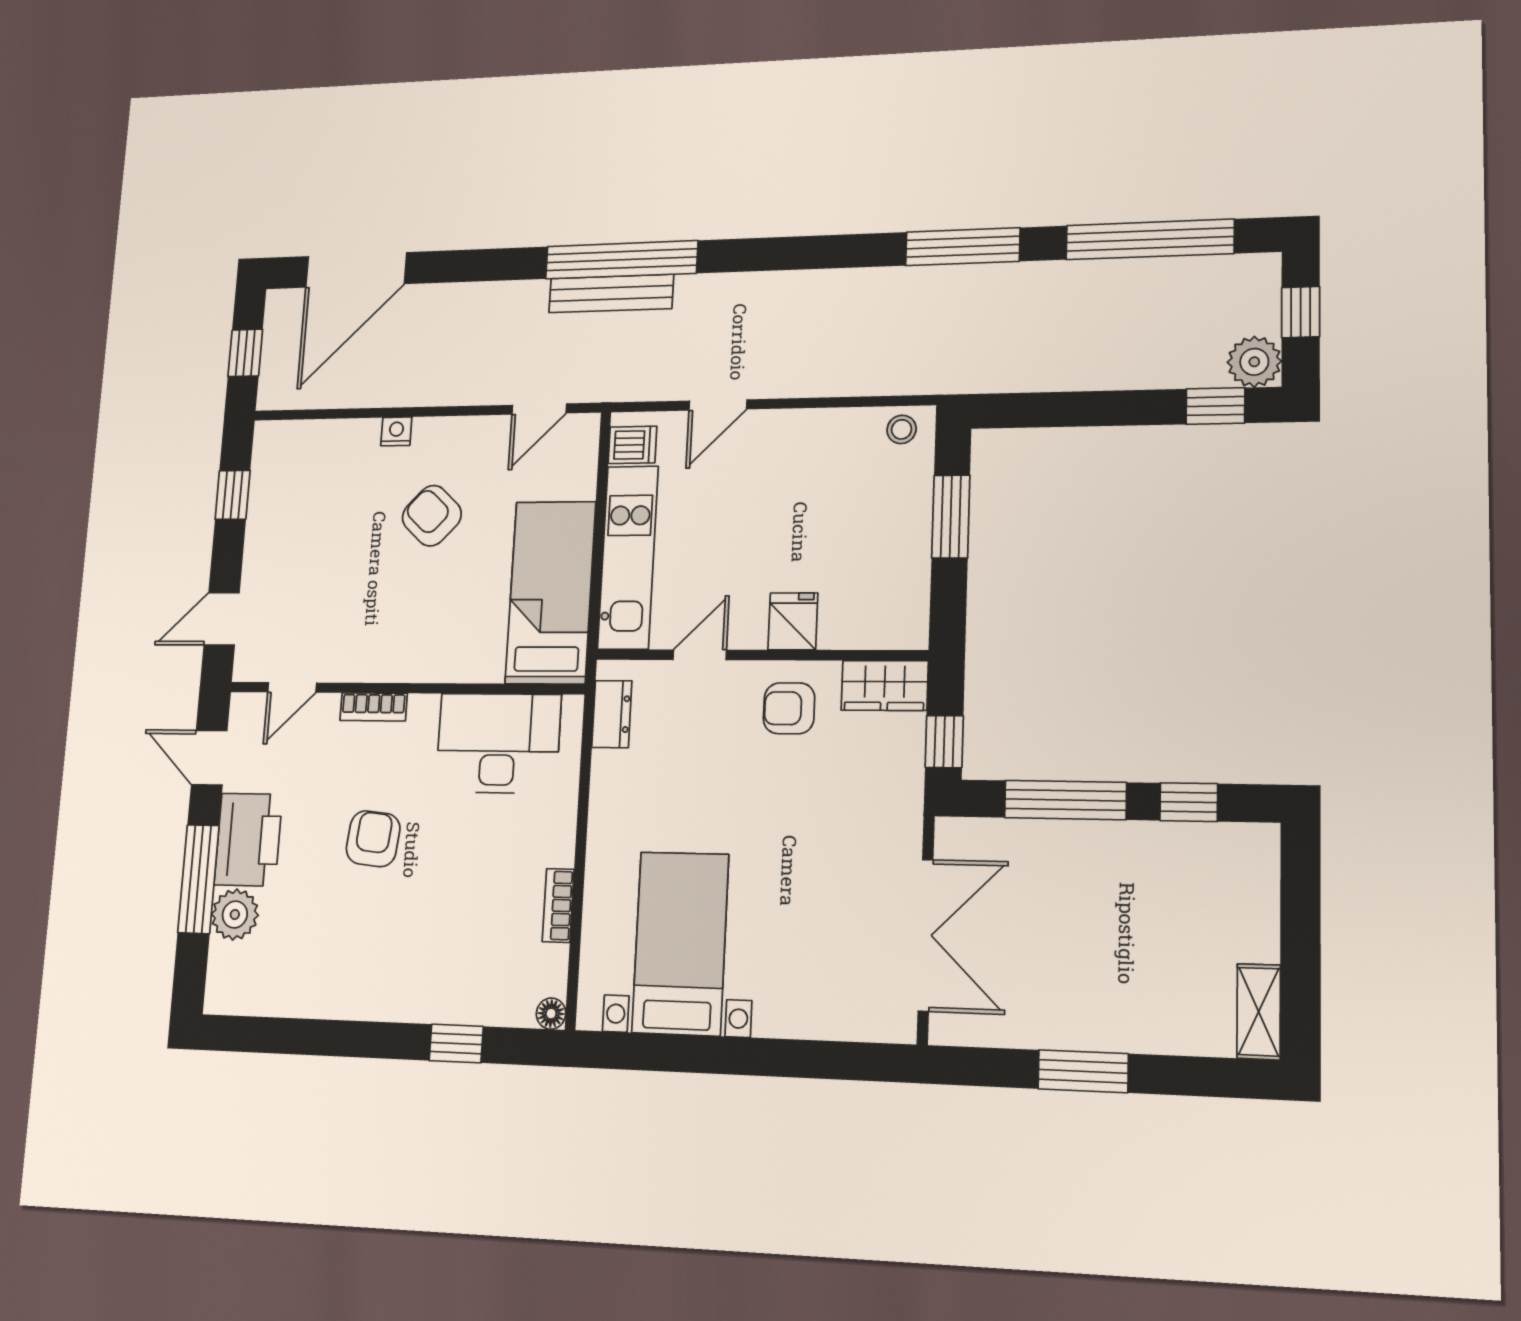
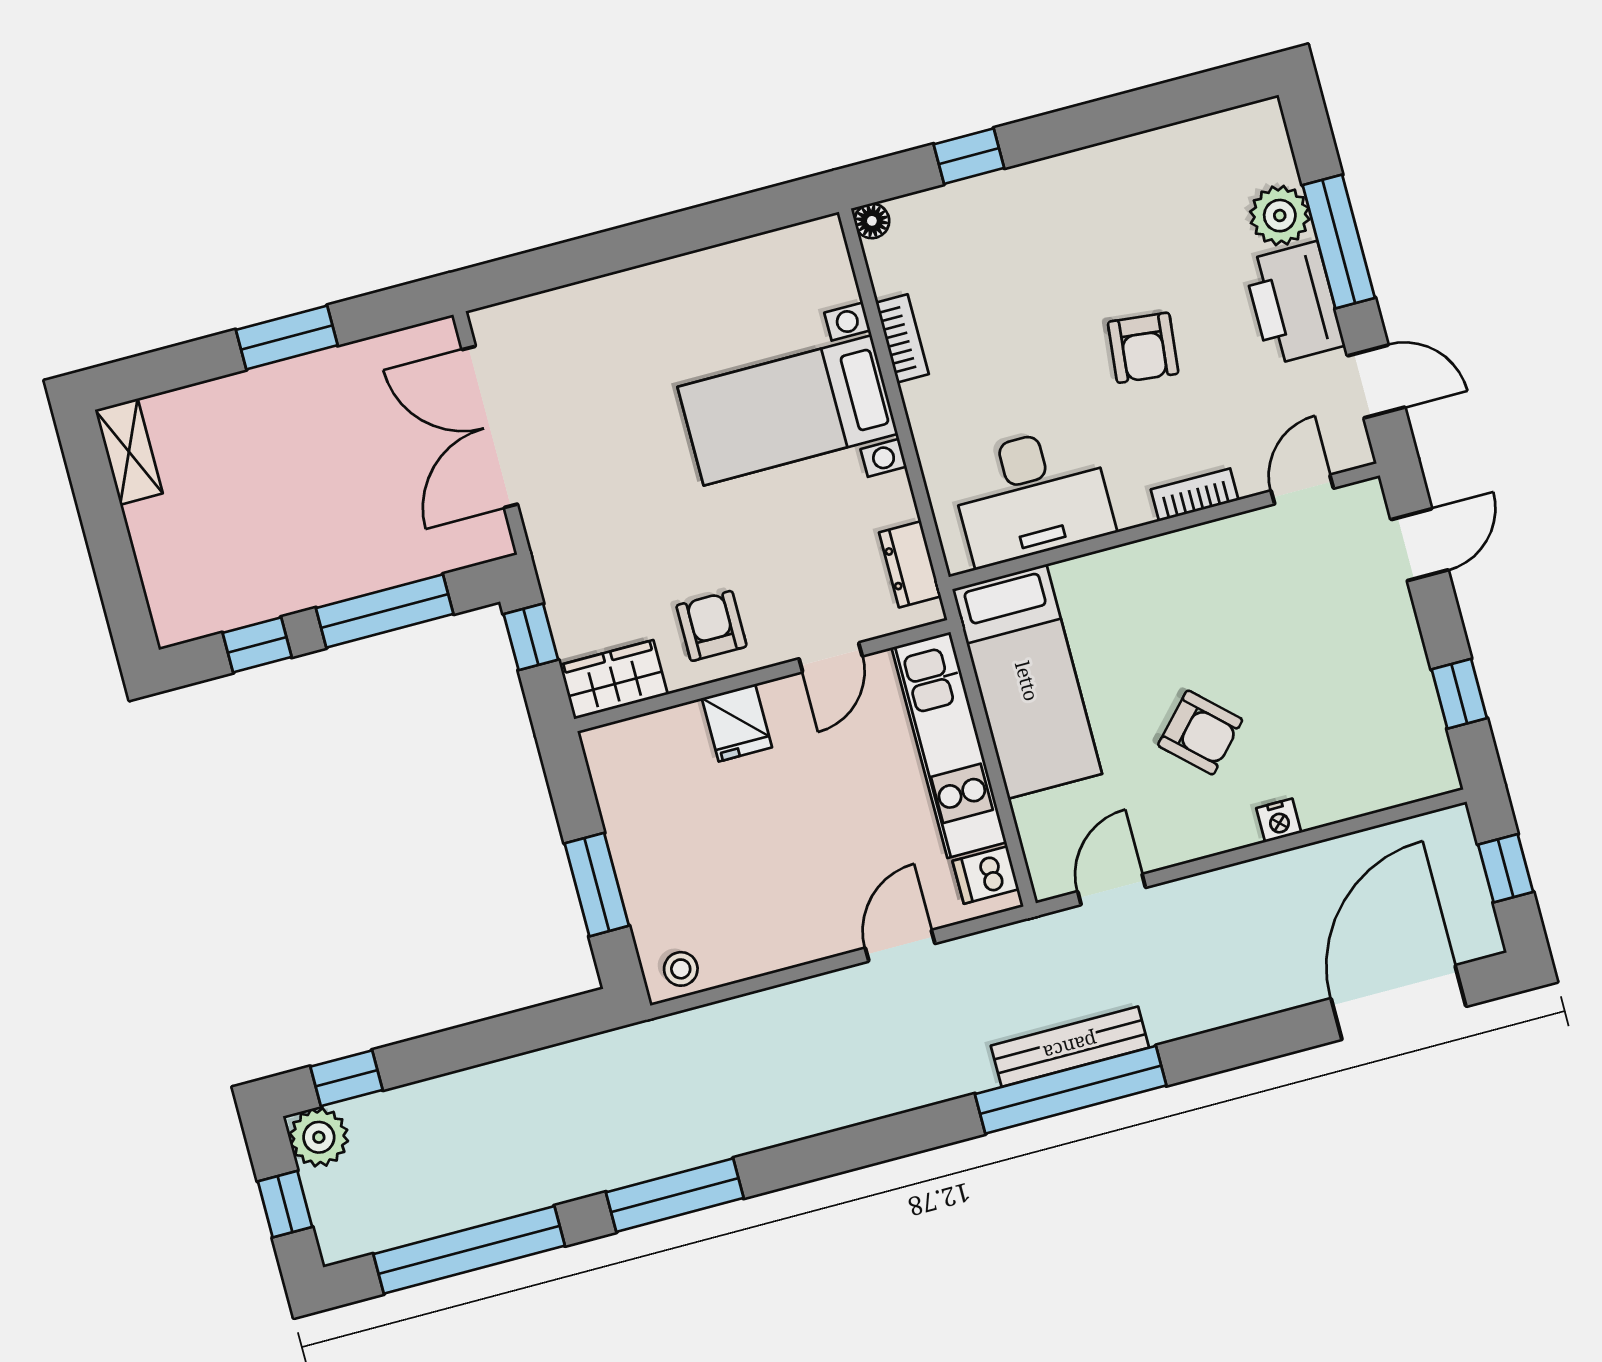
armchair: (789, 708) -> (711, 626), turned -90
bed with nightstands: (680, 943) -> (788, 410), moved, turned 90

